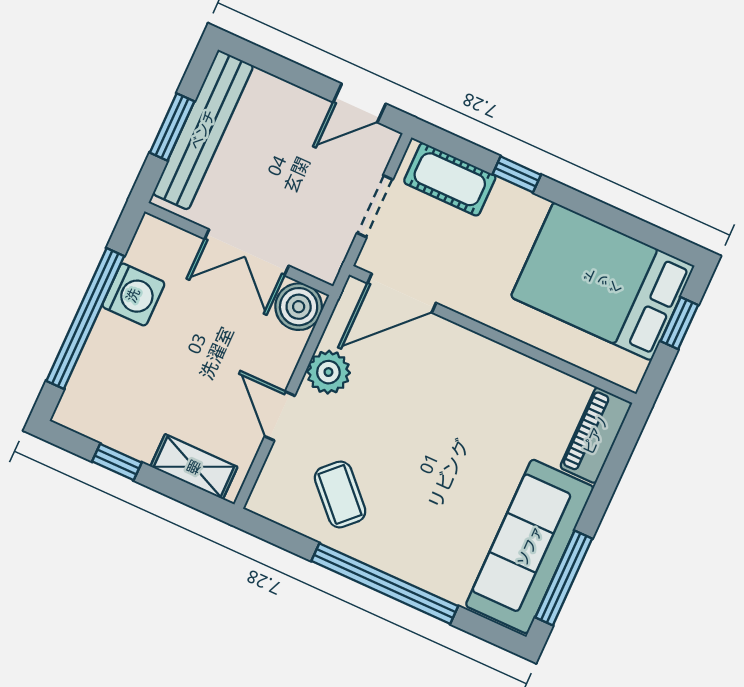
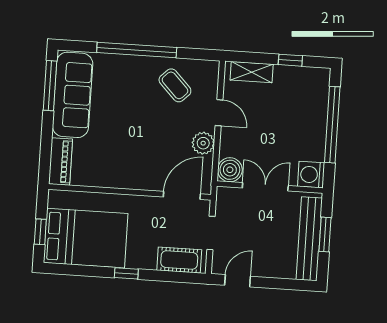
window: (517, 174) -> (126, 273), moved
washing machine: (133, 295) -> (311, 175), moved

